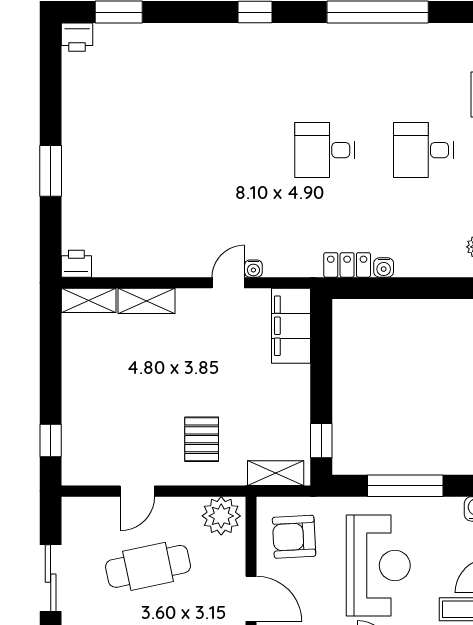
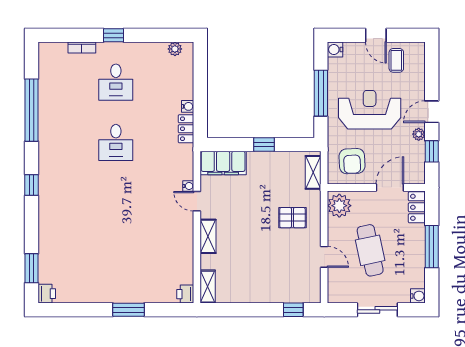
shelving: (146, 301) -> (208, 236), moved
window: (321, 441) -> (264, 144), moved

